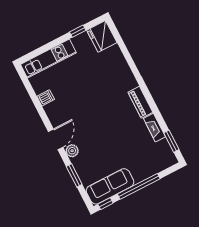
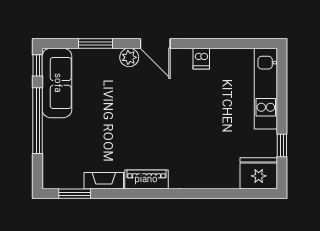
dishwasher: (46, 98) -> (201, 59), moved

